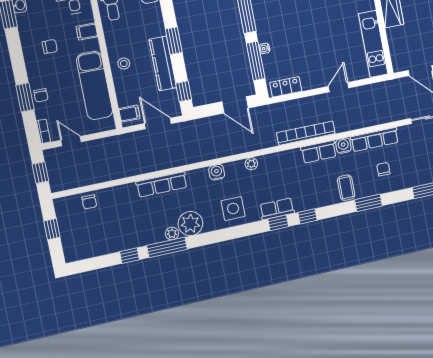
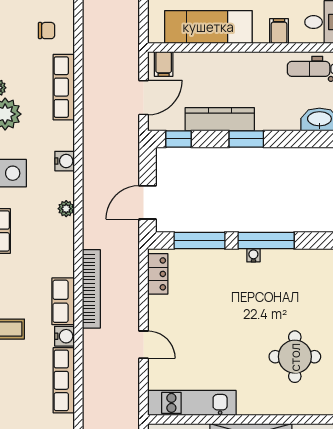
water cooler: (264, 48) -> (253, 255), moved
stool: (124, 64) -> (229, 69), removed
chair: (383, 169) -> (47, 31), moved

